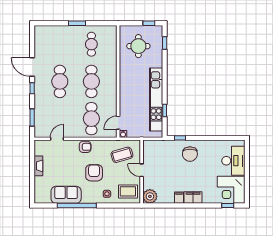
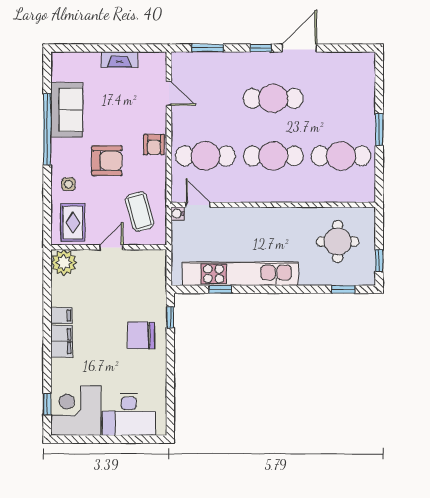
cafe table: (91, 44) -> (341, 156), width x1.37, depth x1.35

